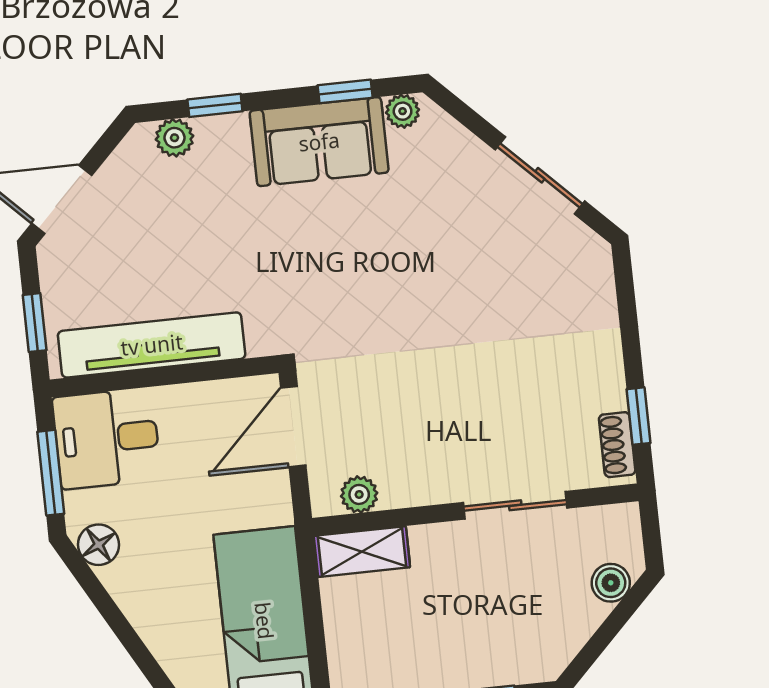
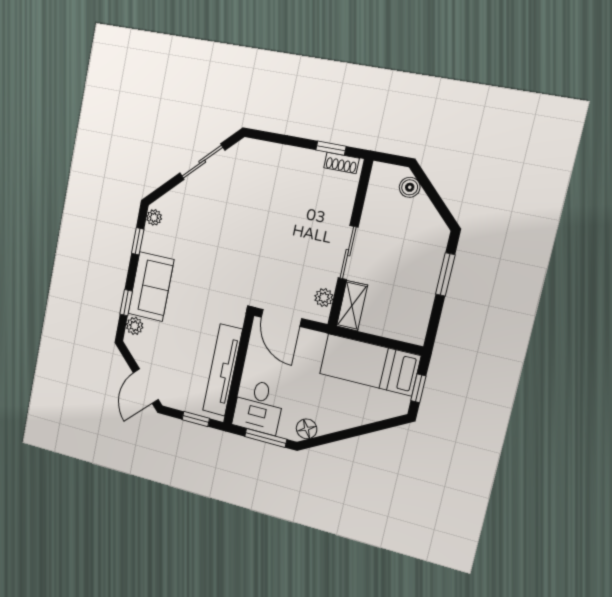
sofa: (319, 142) -> (151, 287), moved
sliding door: (515, 505) -> (348, 253), moved

